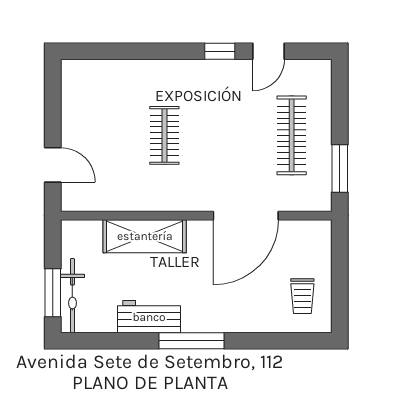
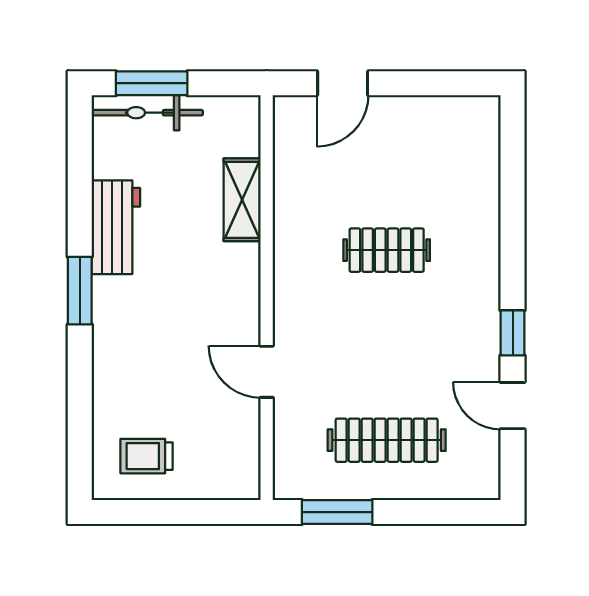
door: (246, 216) -> (267, 372), width x0.53
shelving: (145, 236) -> (242, 200), width x0.67, depth x0.75
window: (192, 341) -> (80, 291), width x0.69

